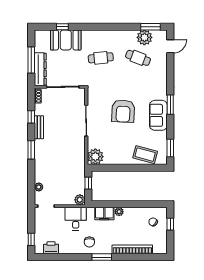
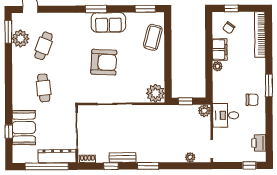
window: (31, 60) -> (47, 166), width x1.46
filing cabinet: (104, 214) -> (220, 50), moved
bookcase: (132, 249) -> (260, 34), moved

